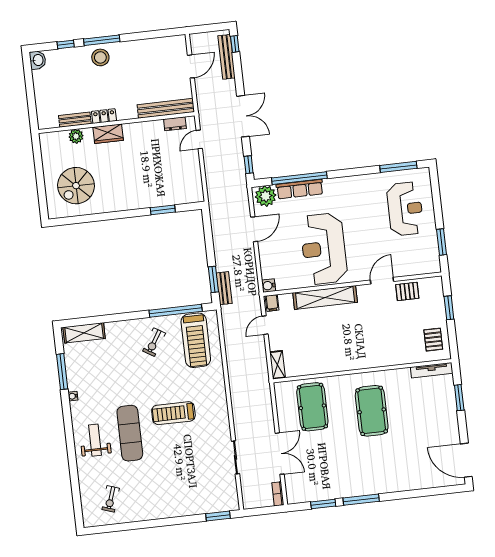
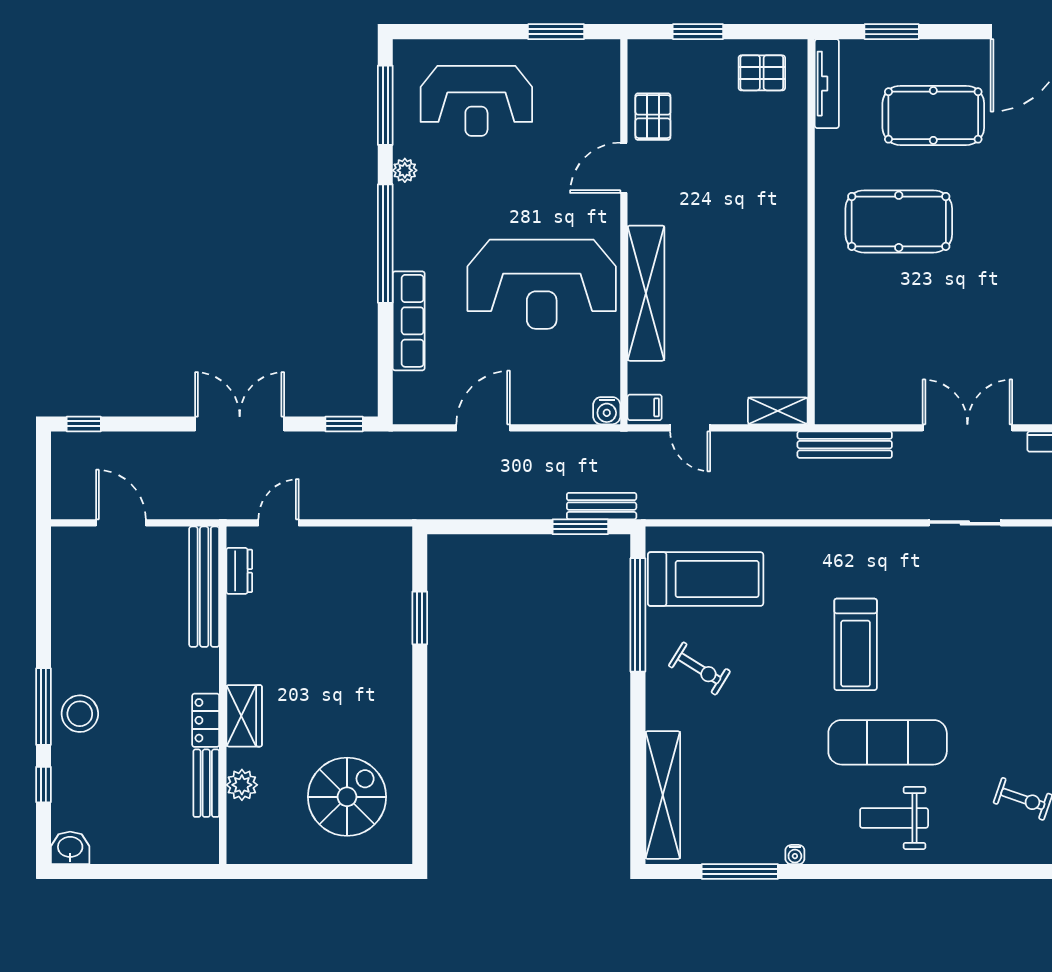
bench: (227, 57) -> (845, 445), moved
door: (199, 139) -> (278, 523), swing flipped
window: (299, 178) -> (385, 244), moved
spiral stairs: (76, 186) -> (347, 797), turned -90
plant: (266, 196) -> (405, 170), moved, width x0.53, depth x0.53
reception desk: (405, 209) -> (476, 101), turned 180
door: (254, 229) -> (483, 428), hinge flipped
door: (382, 281) -> (624, 168), hinge flipped
shelving: (84, 333) -> (663, 795), width x1.47
pool table: (312, 407) -> (933, 115), moved

